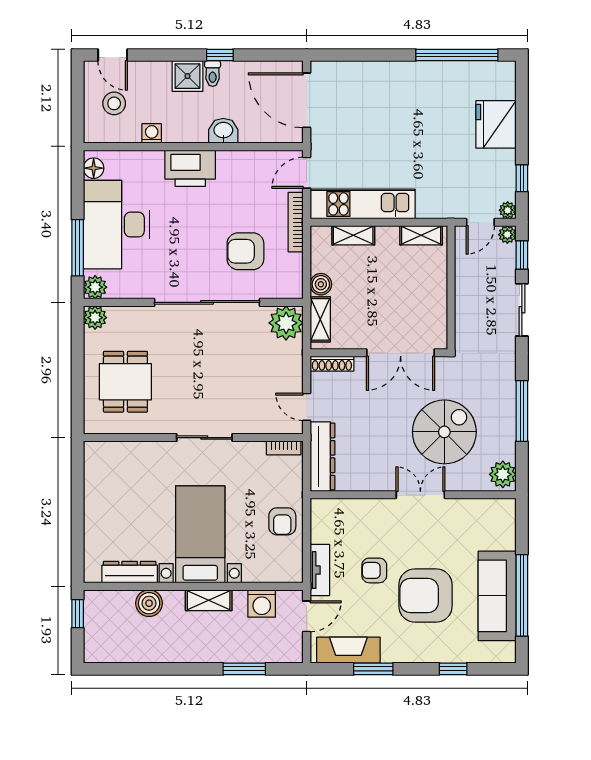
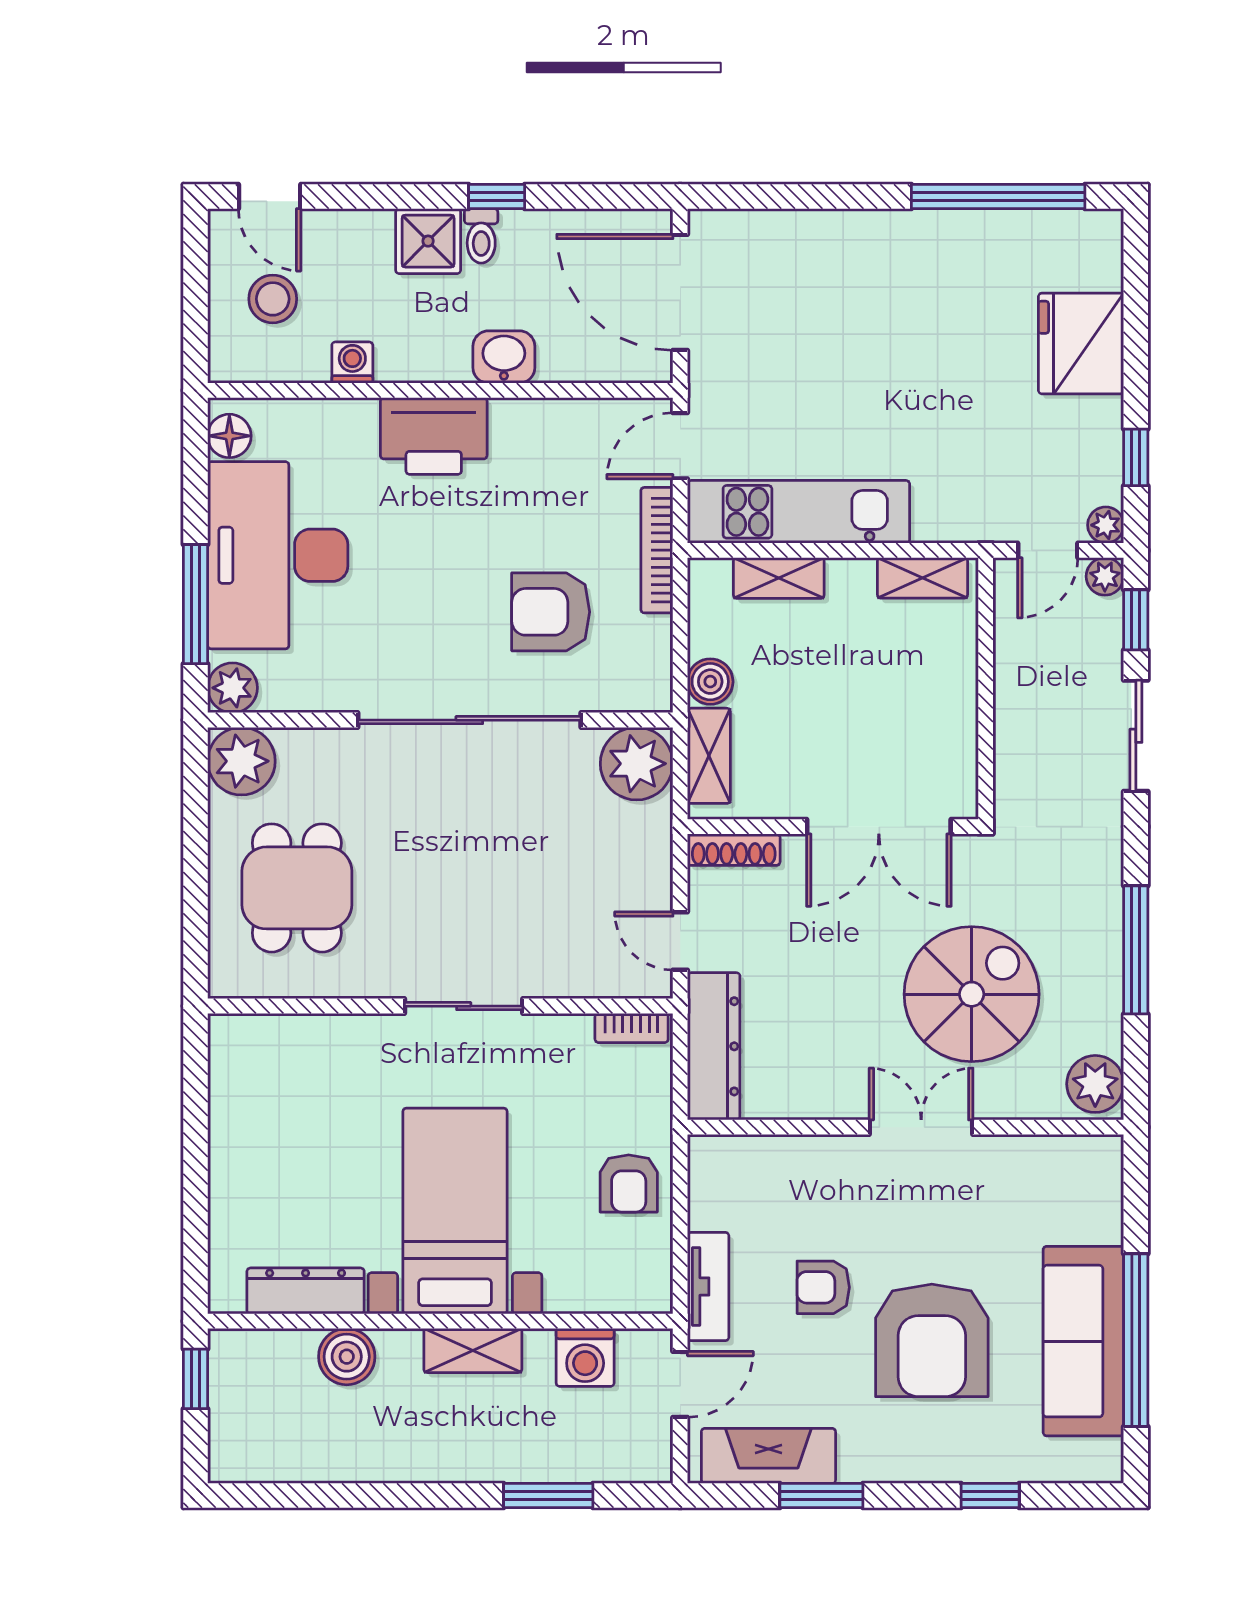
plant: (95, 318) -> (241, 761), width x1.36, depth x1.36
armchair: (426, 596) -> (932, 1340), turned -90

